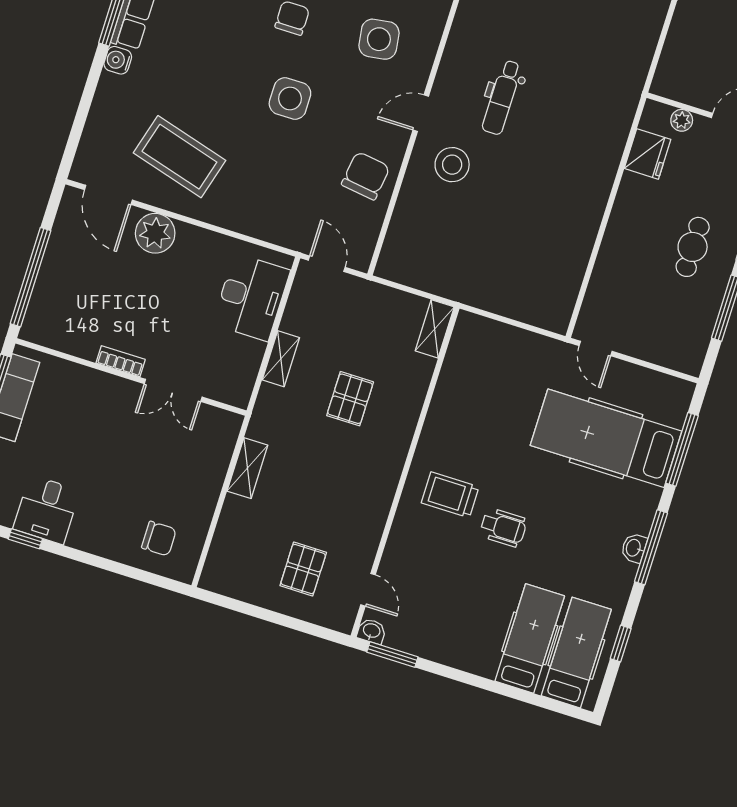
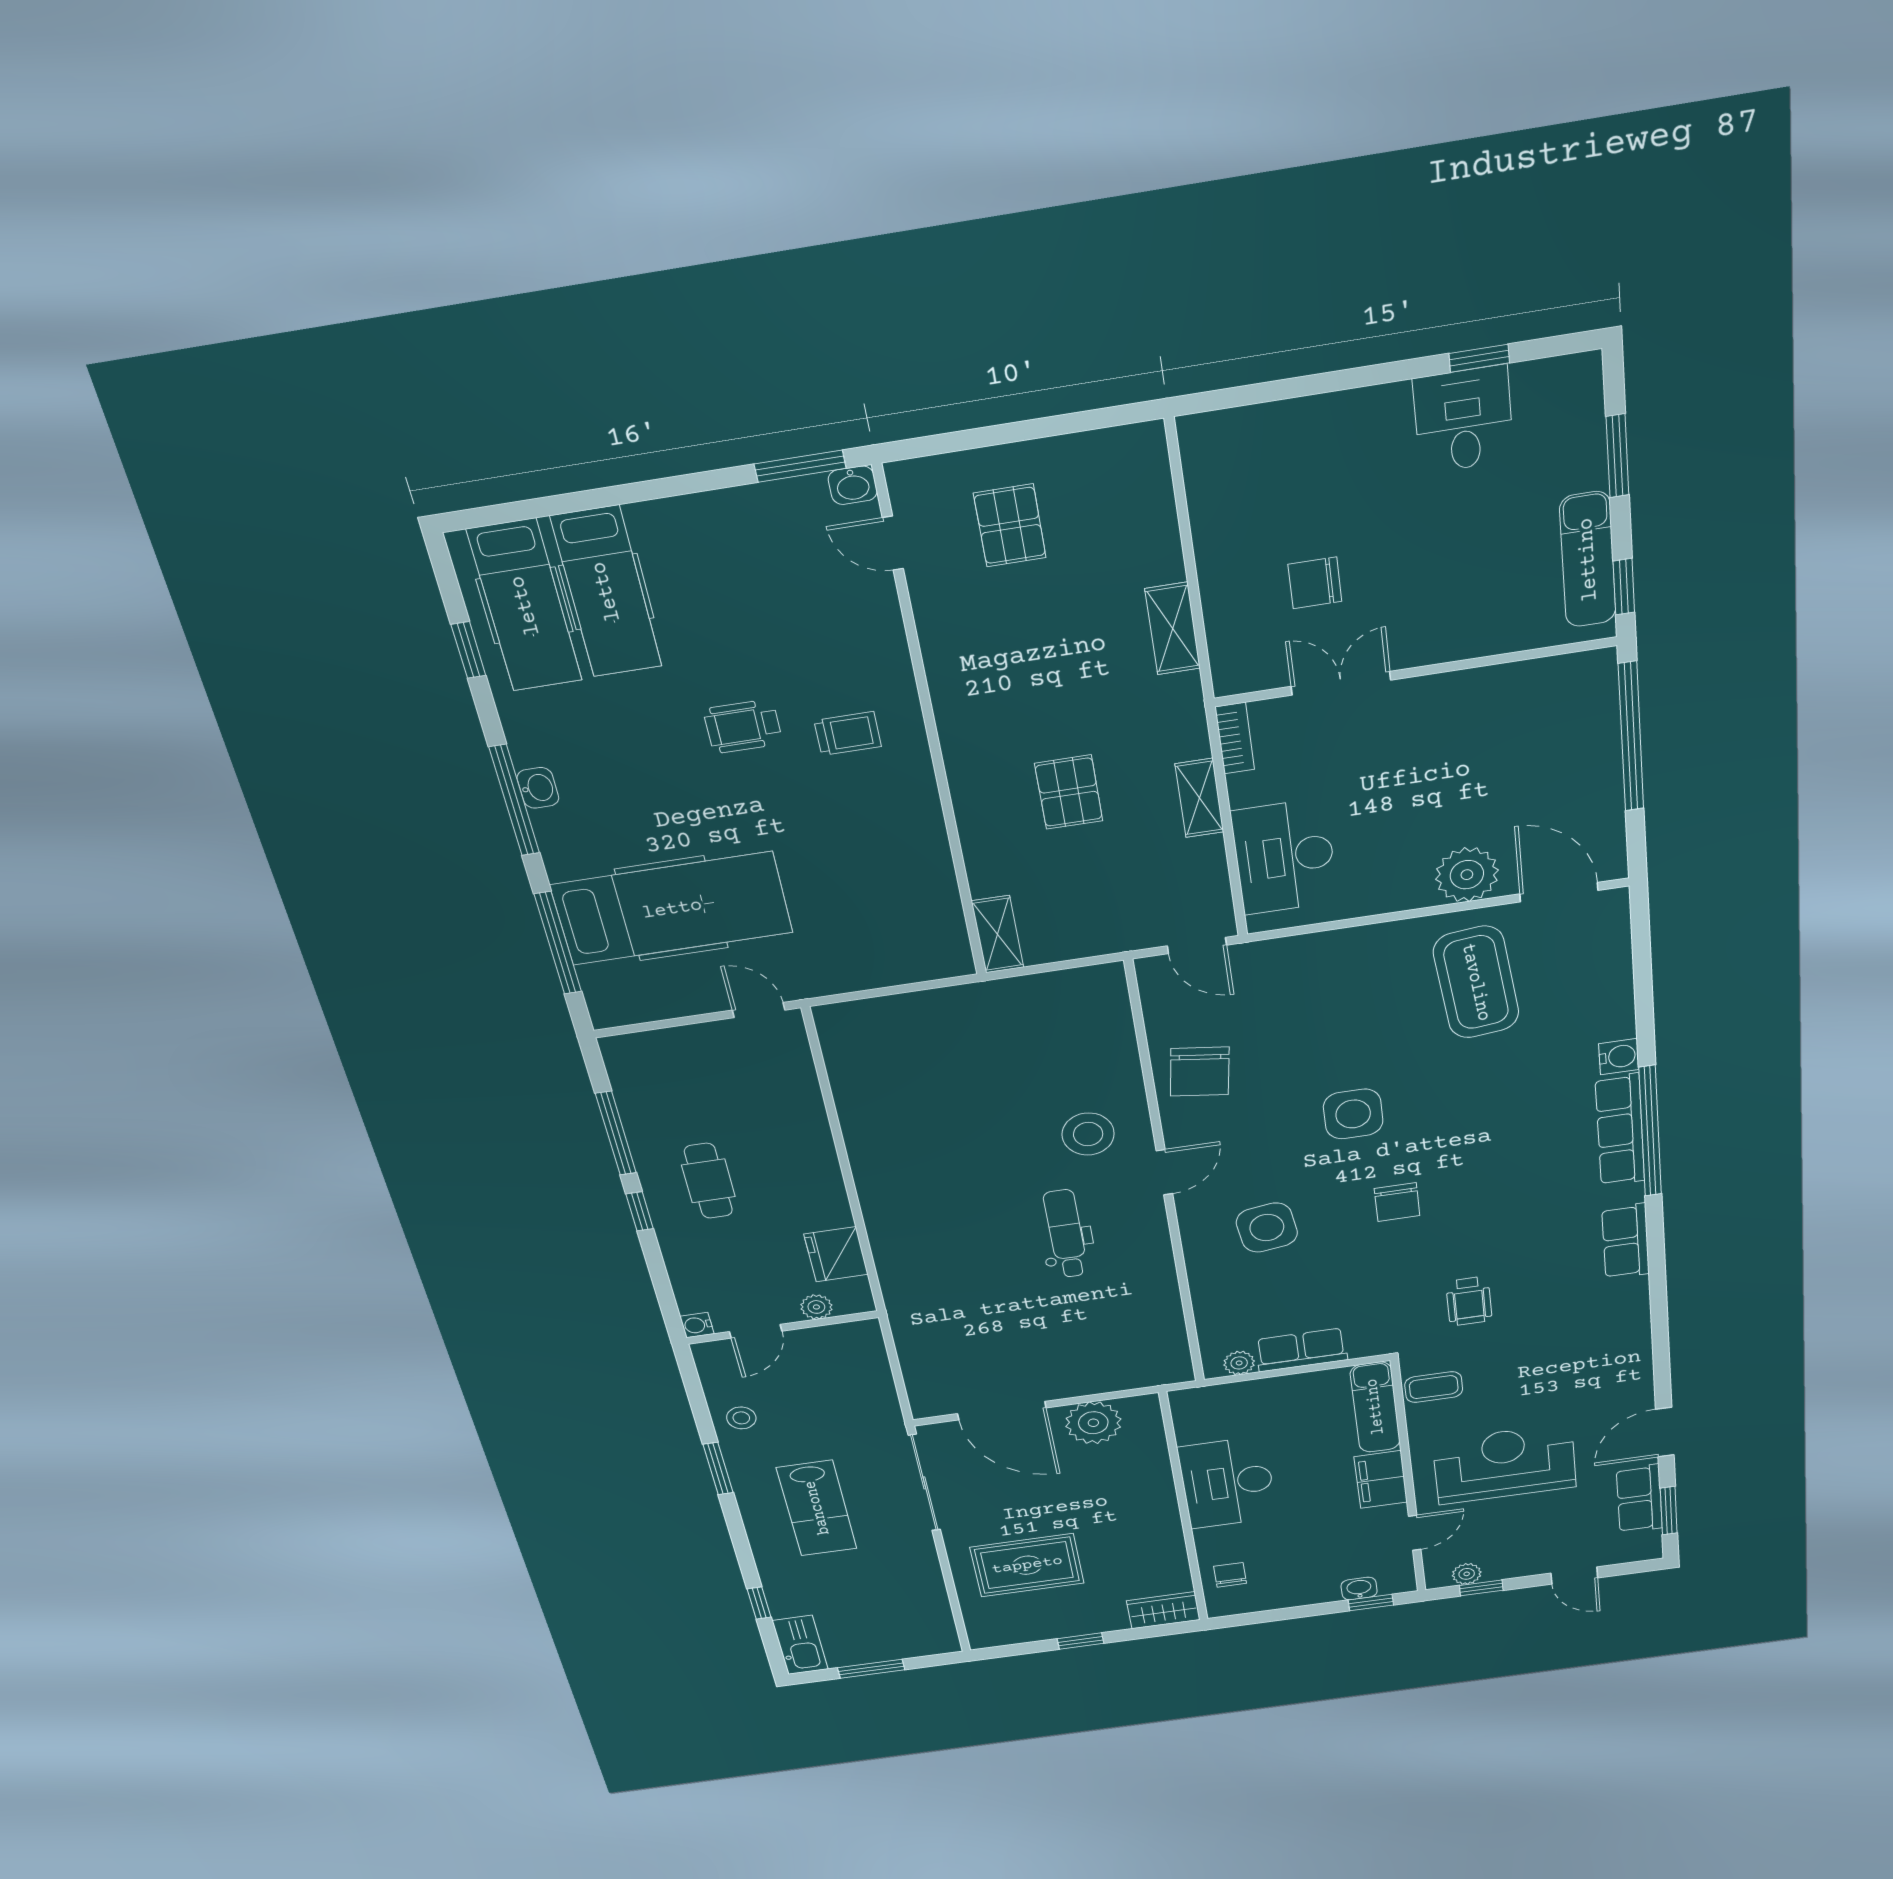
coffee table: (179, 157) -> (1476, 982), turned 68
bookcase: (121, 361) -> (1235, 738), moved, turned -90
trolley: (450, 495) -> (848, 734), width x0.73, depth x0.72
chair: (159, 539) -> (1315, 583), moved

